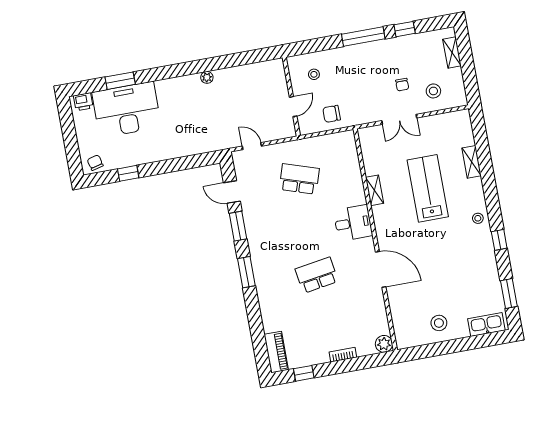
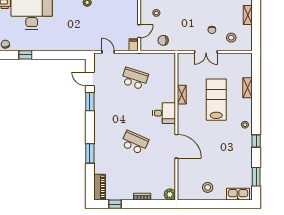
filing cabinet: (288, 128) -> (134, 45), added
window: (246, 272) -> (90, 153), moved
school desk: (317, 275) -> (135, 142), turned 33

